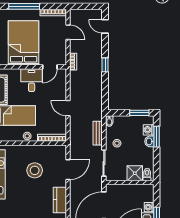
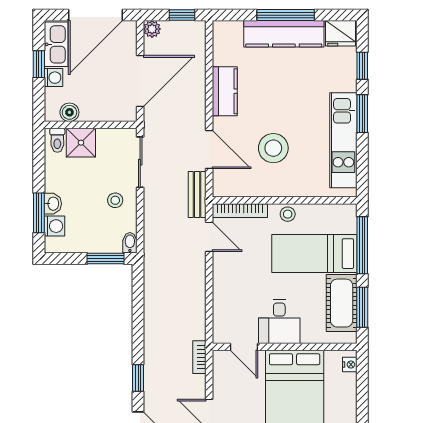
window: (105, 65) -> (138, 378), moved
door: (50, 67) -> (244, 347), swing flipped
door: (68, 108) -> (209, 237), moved
window: (139, 113) -> (106, 259), moved
bench: (98, 133) -> (197, 194), moved
door: (68, 170) -> (209, 150), swing flipped
boiler: (141, 189) -> (69, 112), added

